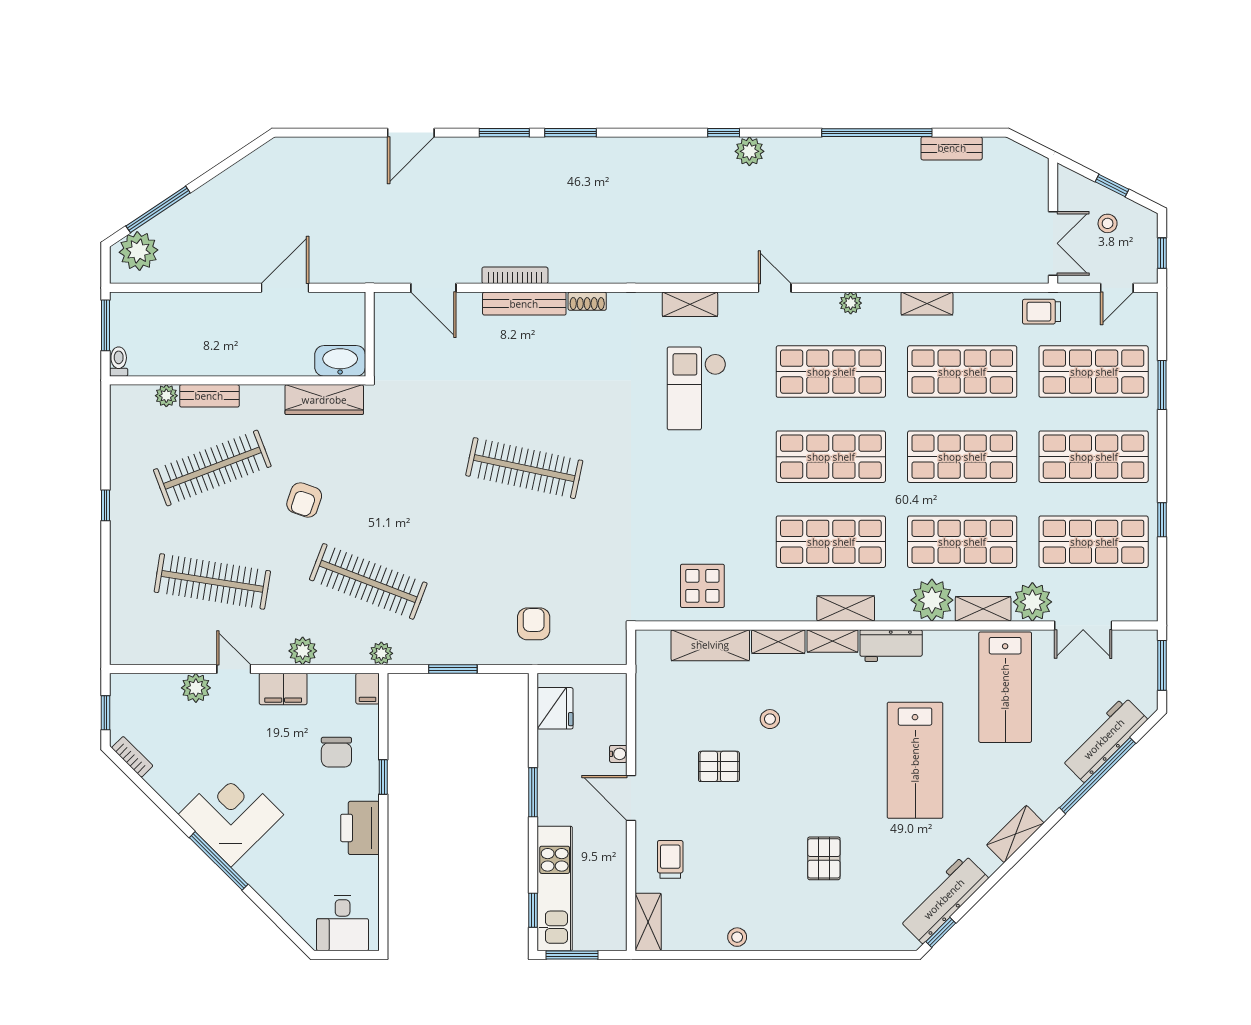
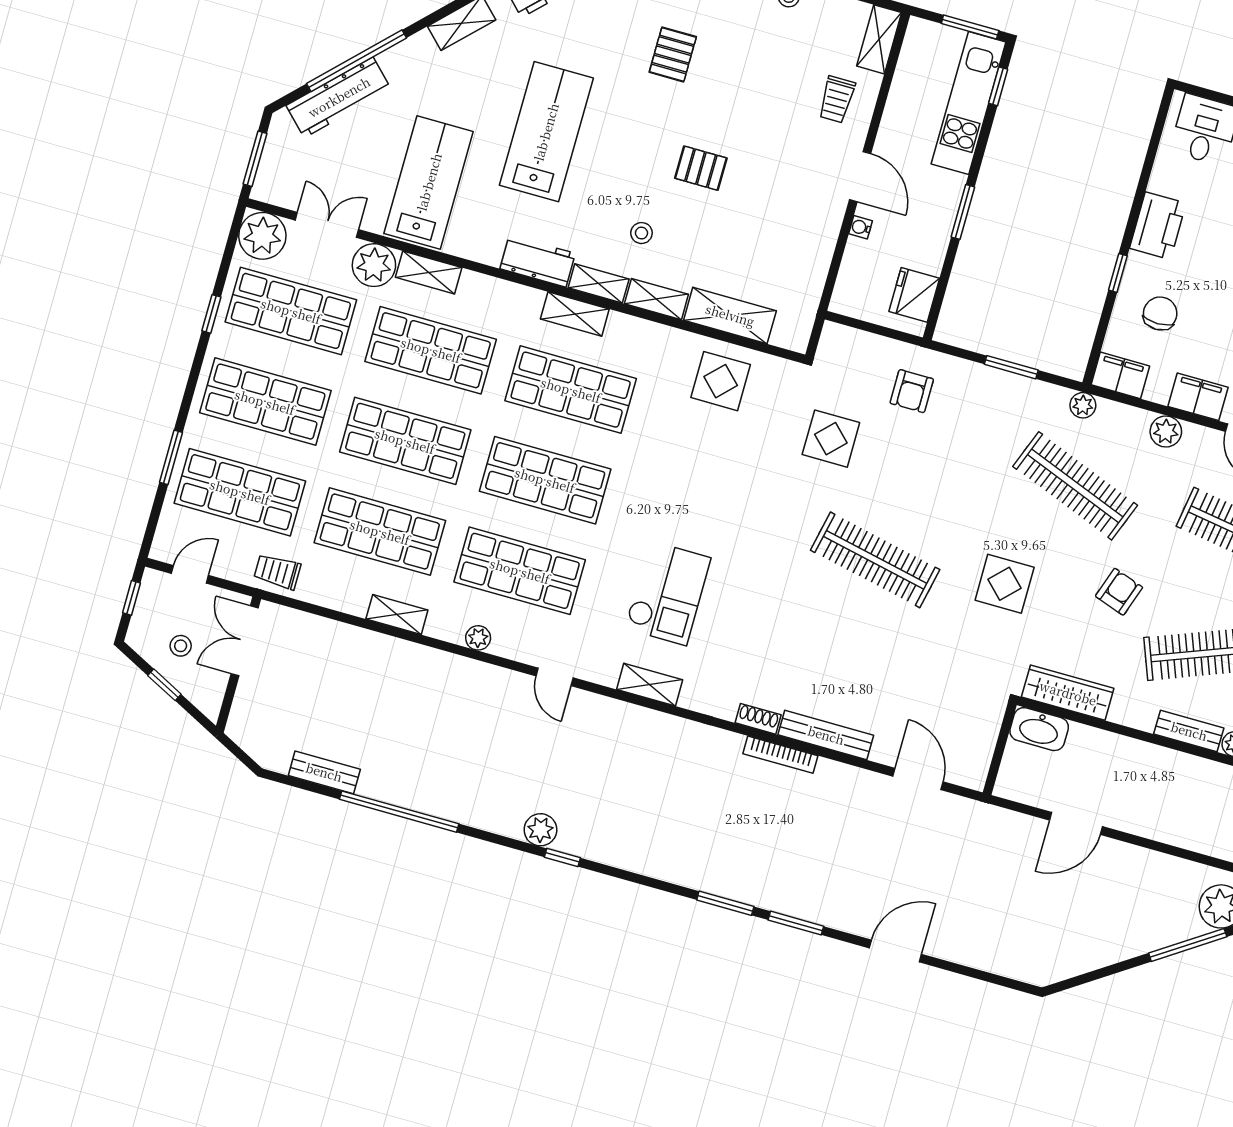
bookcase: (515, 275) -> (780, 755), moved
trolley: (1041, 312) -> (277, 572), turned 180
display table: (406, 479) -> (1005, 584), added
display table: (592, 563) -> (831, 439), added
plant: (932, 600) -> (262, 236), moved
filing cabinet: (368, 689) -> (1120, 375), width x2.00
stool: (770, 719) -> (641, 233), moved
pallet: (719, 766) -> (701, 168), moved

